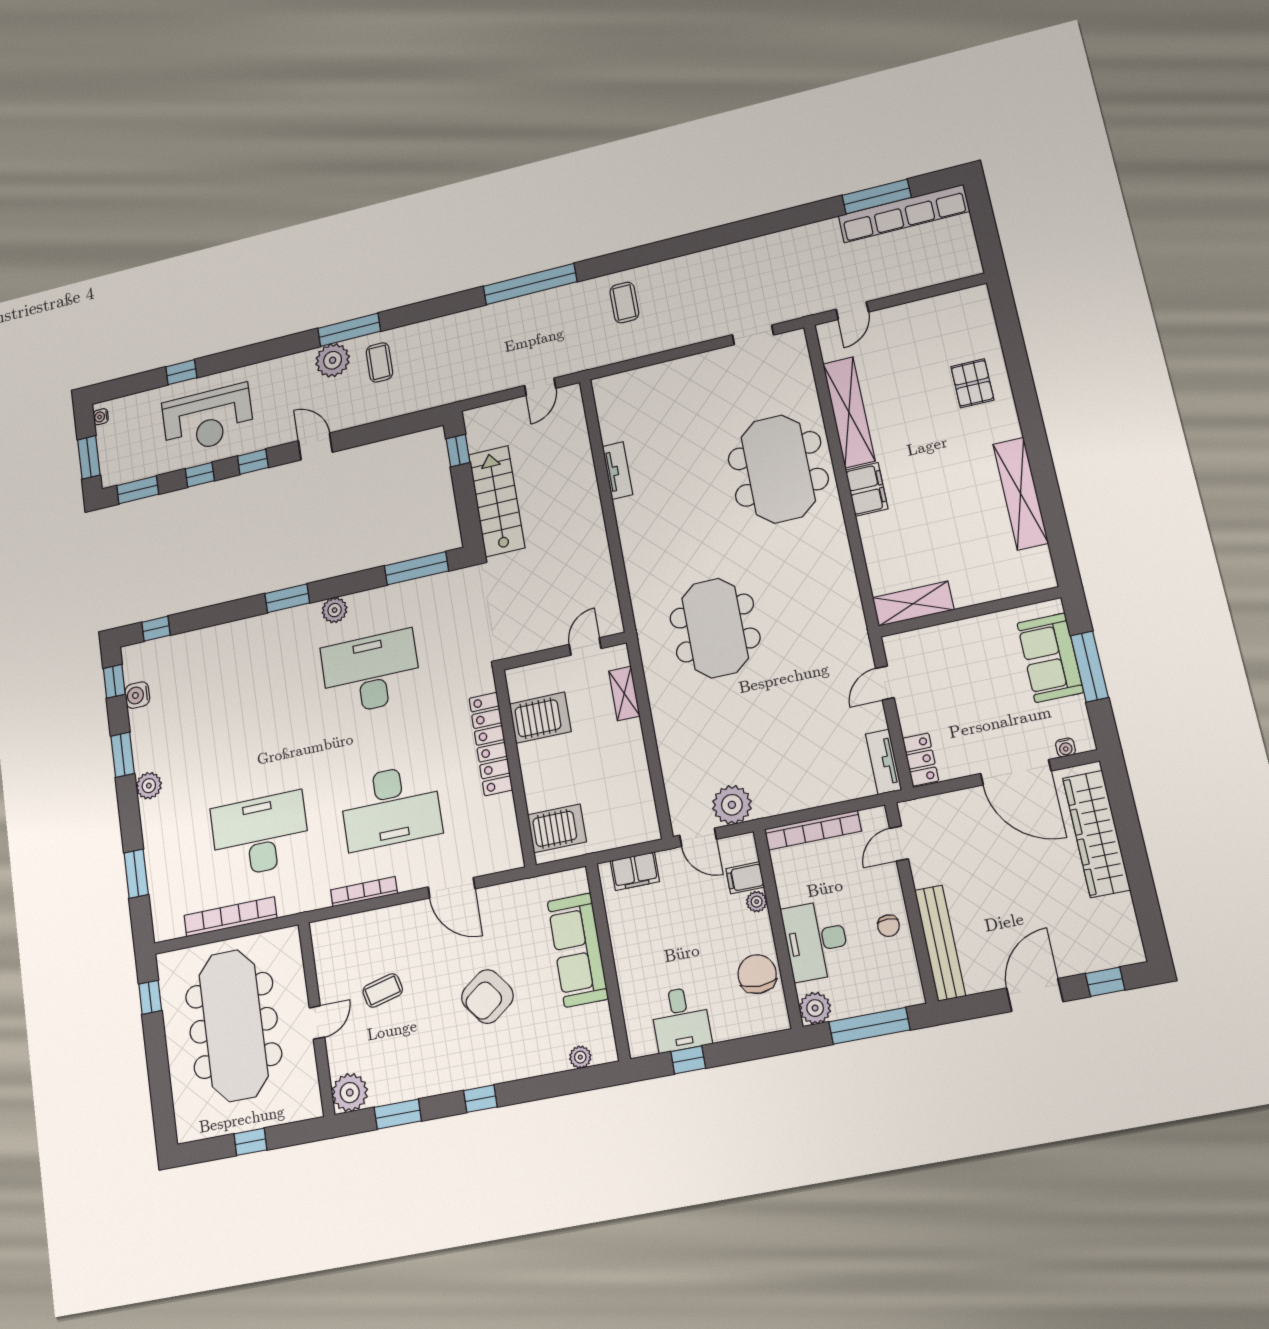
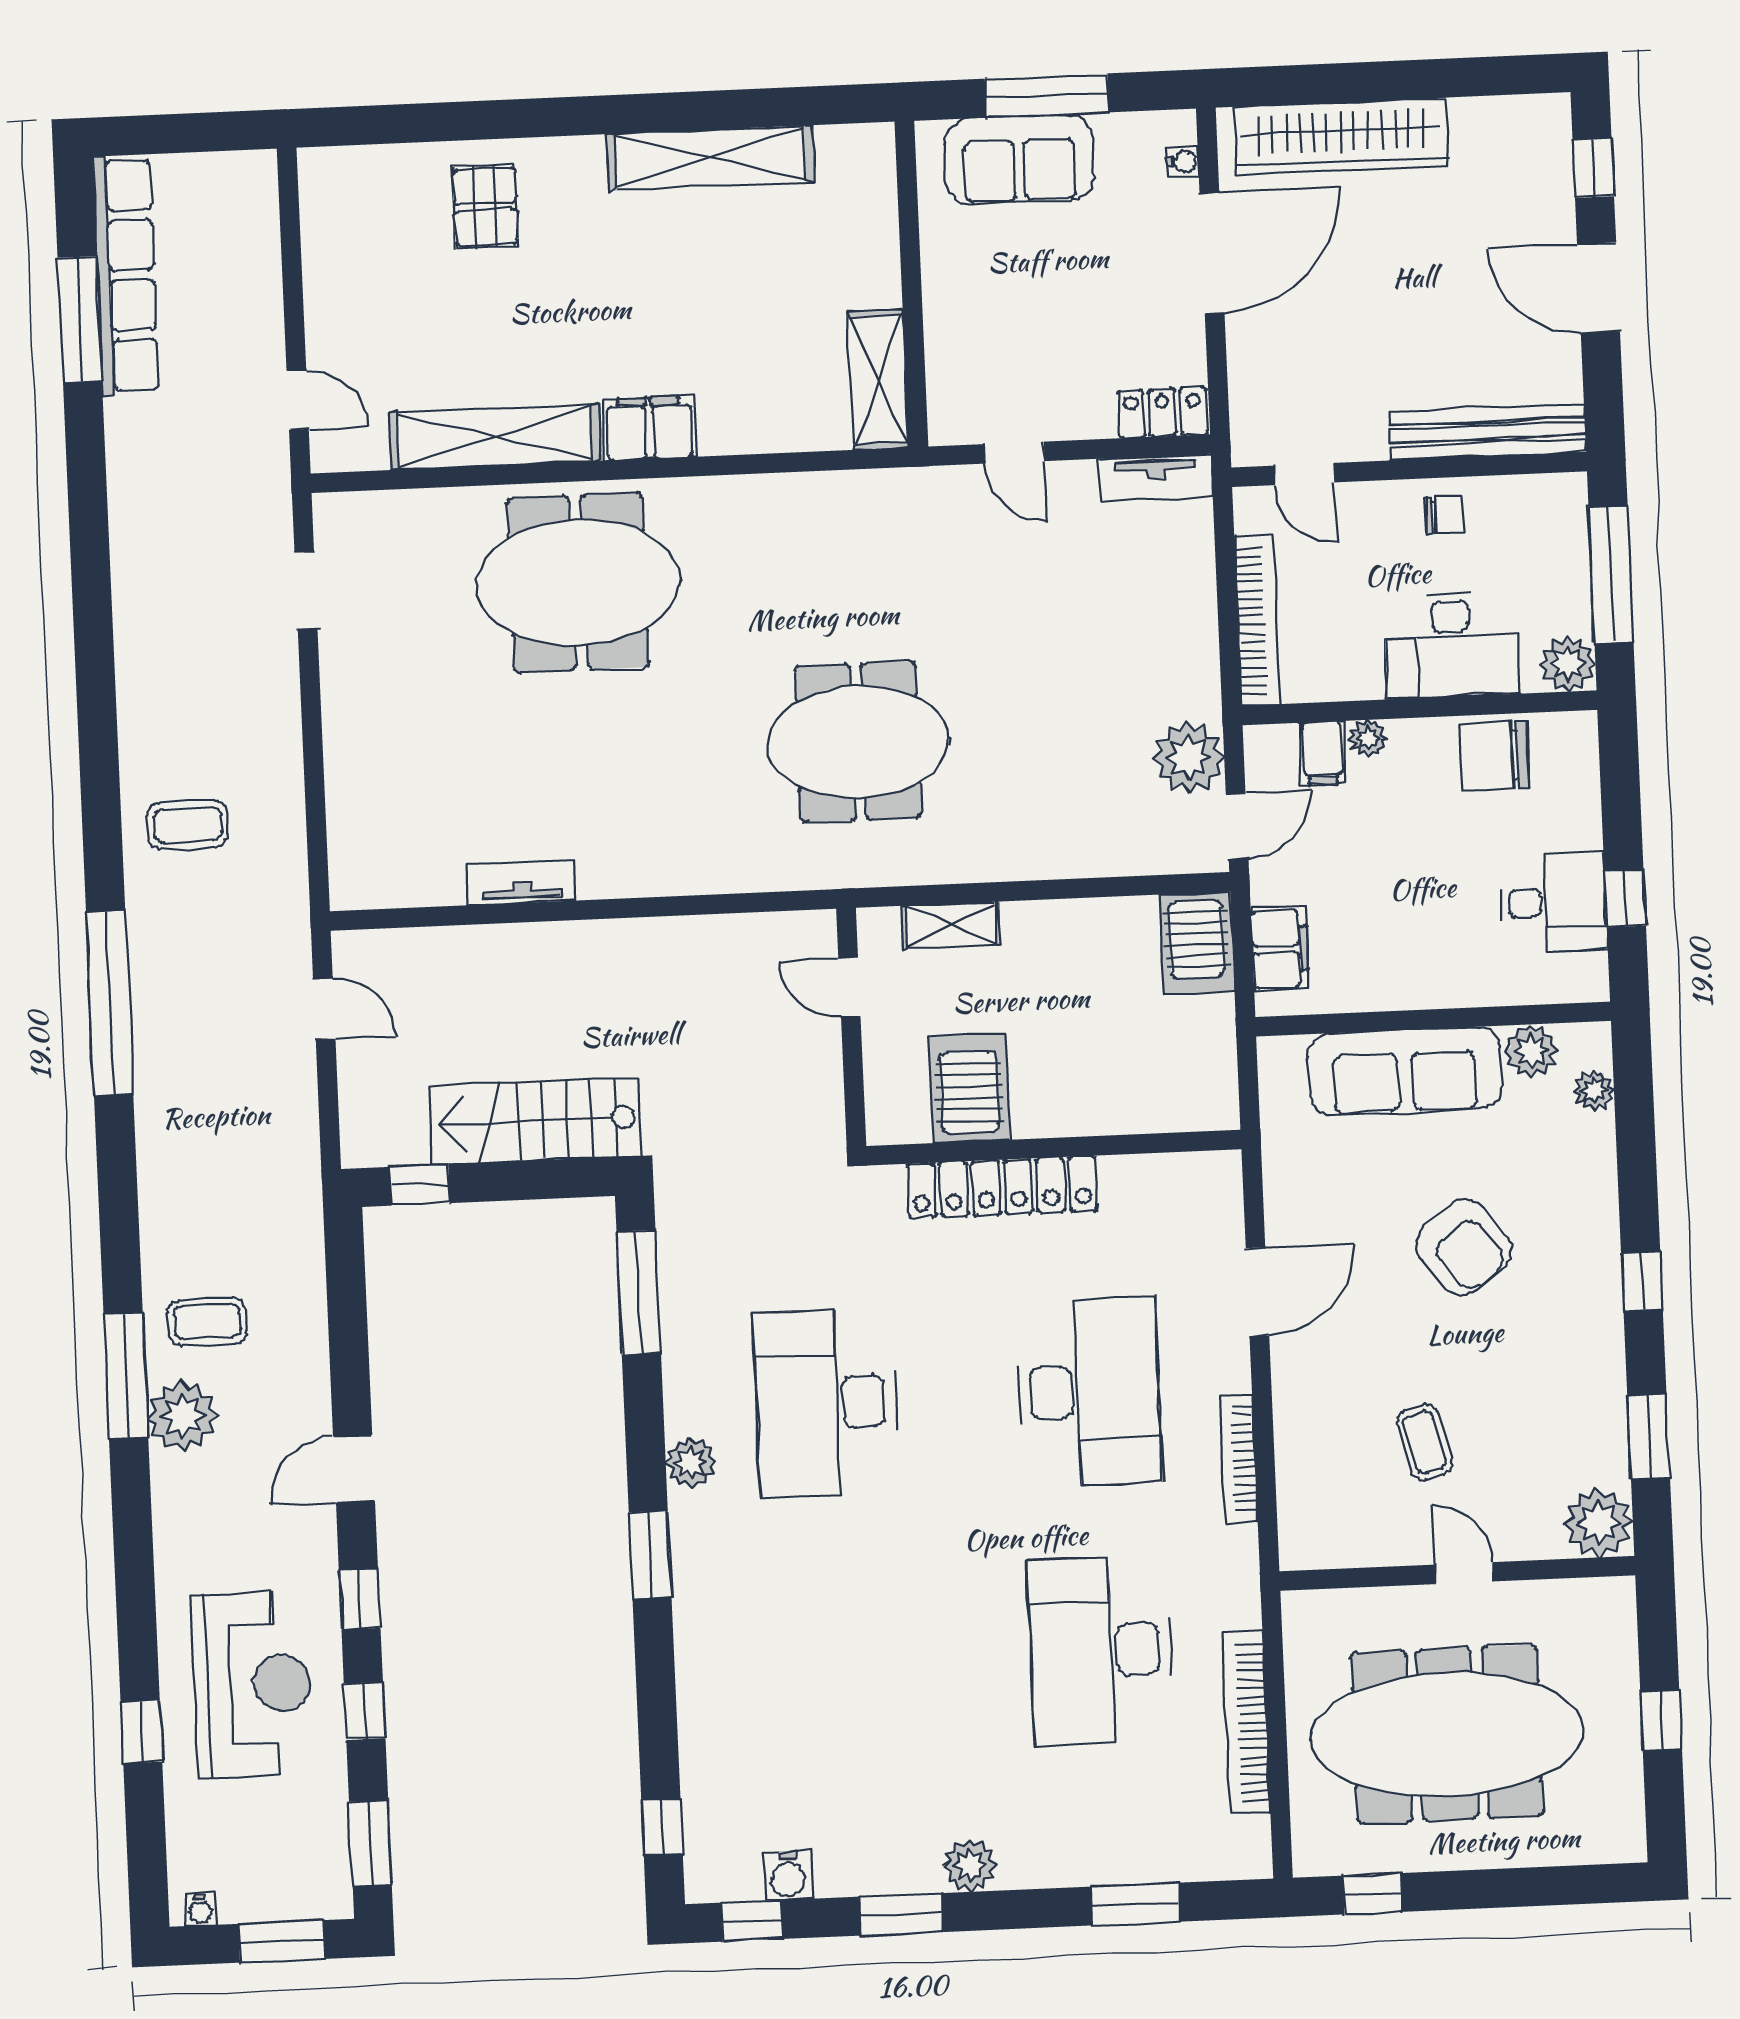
pallet: (972, 383) -> (485, 207), turned 90
server rack: (557, 828) -> (1197, 943), moved, turned 180
plant: (598, 1019) -> (1531, 1051), added

